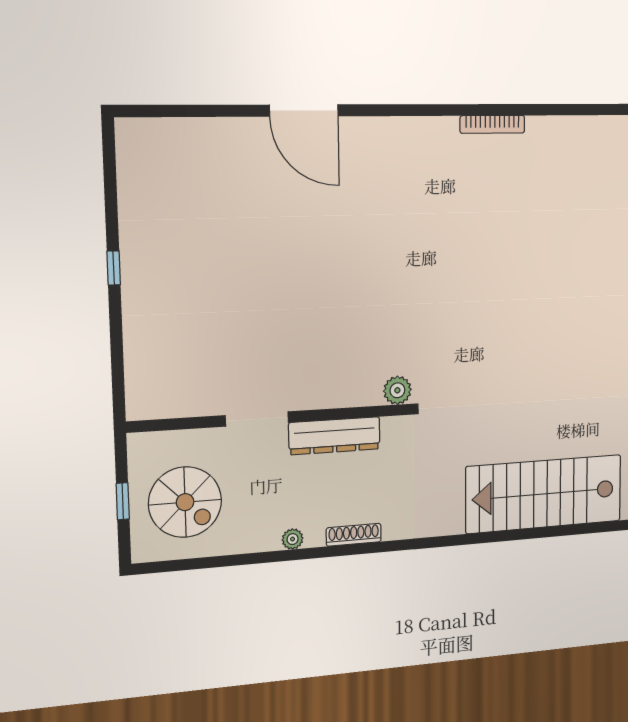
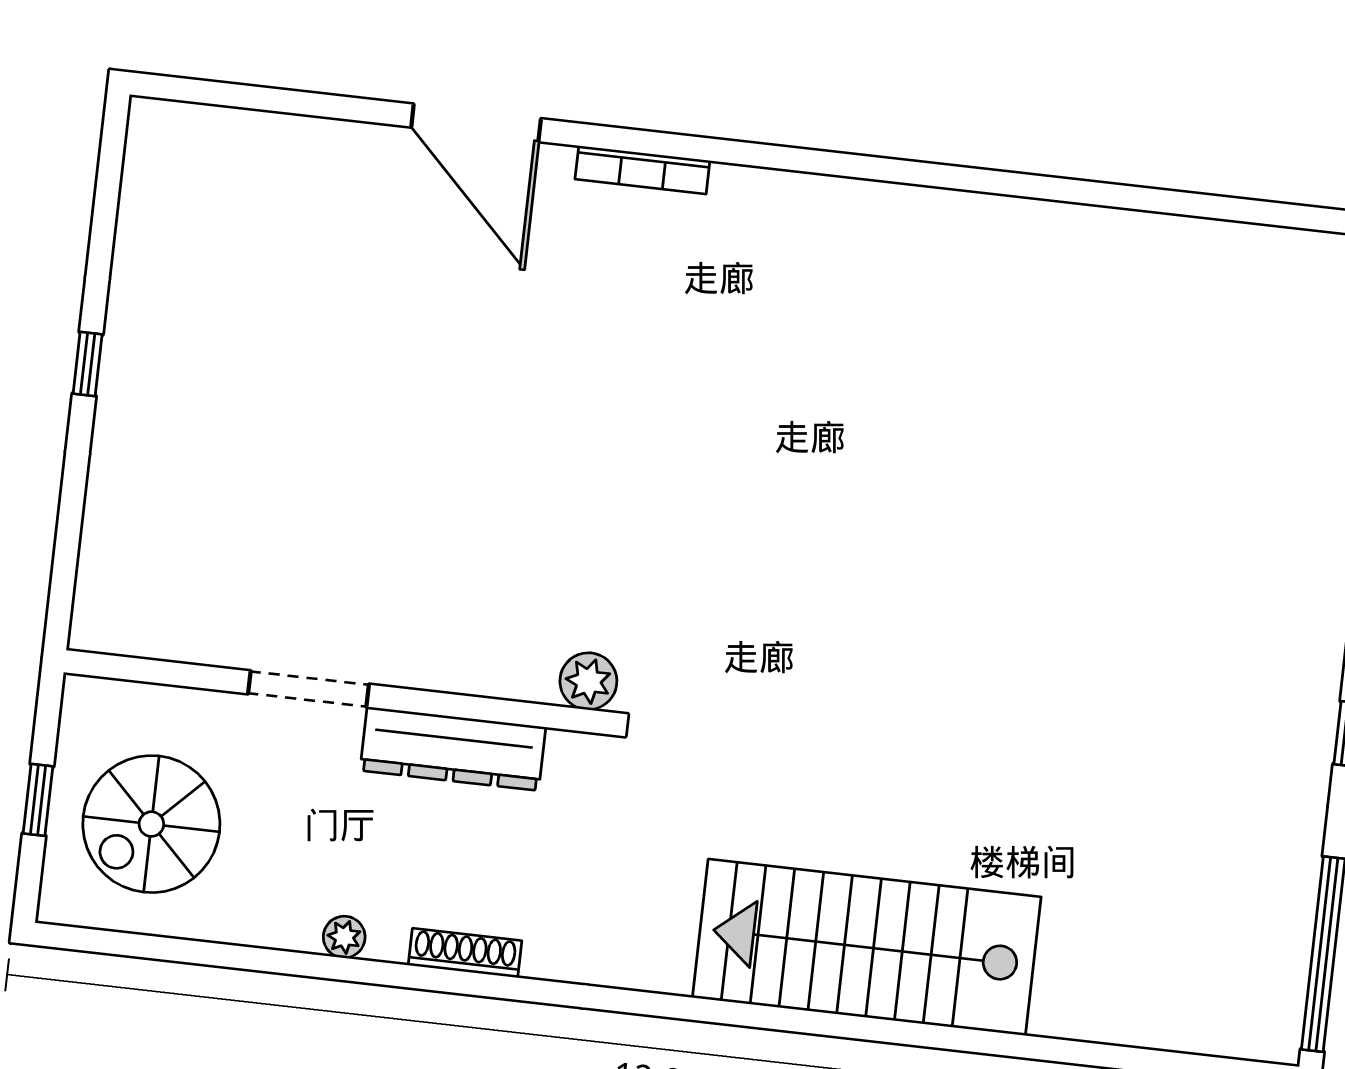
bookcase: (492, 124) -> (642, 170), moved
spiral stairs: (185, 502) -> (151, 824), turned 90

